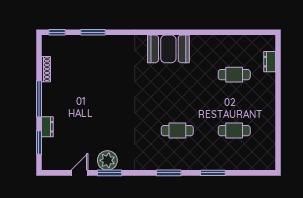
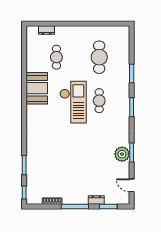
booth: (168, 49) -> (37, 88), moved
checkout: (175, 96) -> (73, 102), added
cafe table: (234, 131) -> (99, 57), width x1.37, depth x1.35
door: (79, 173) -> (132, 185), moved

